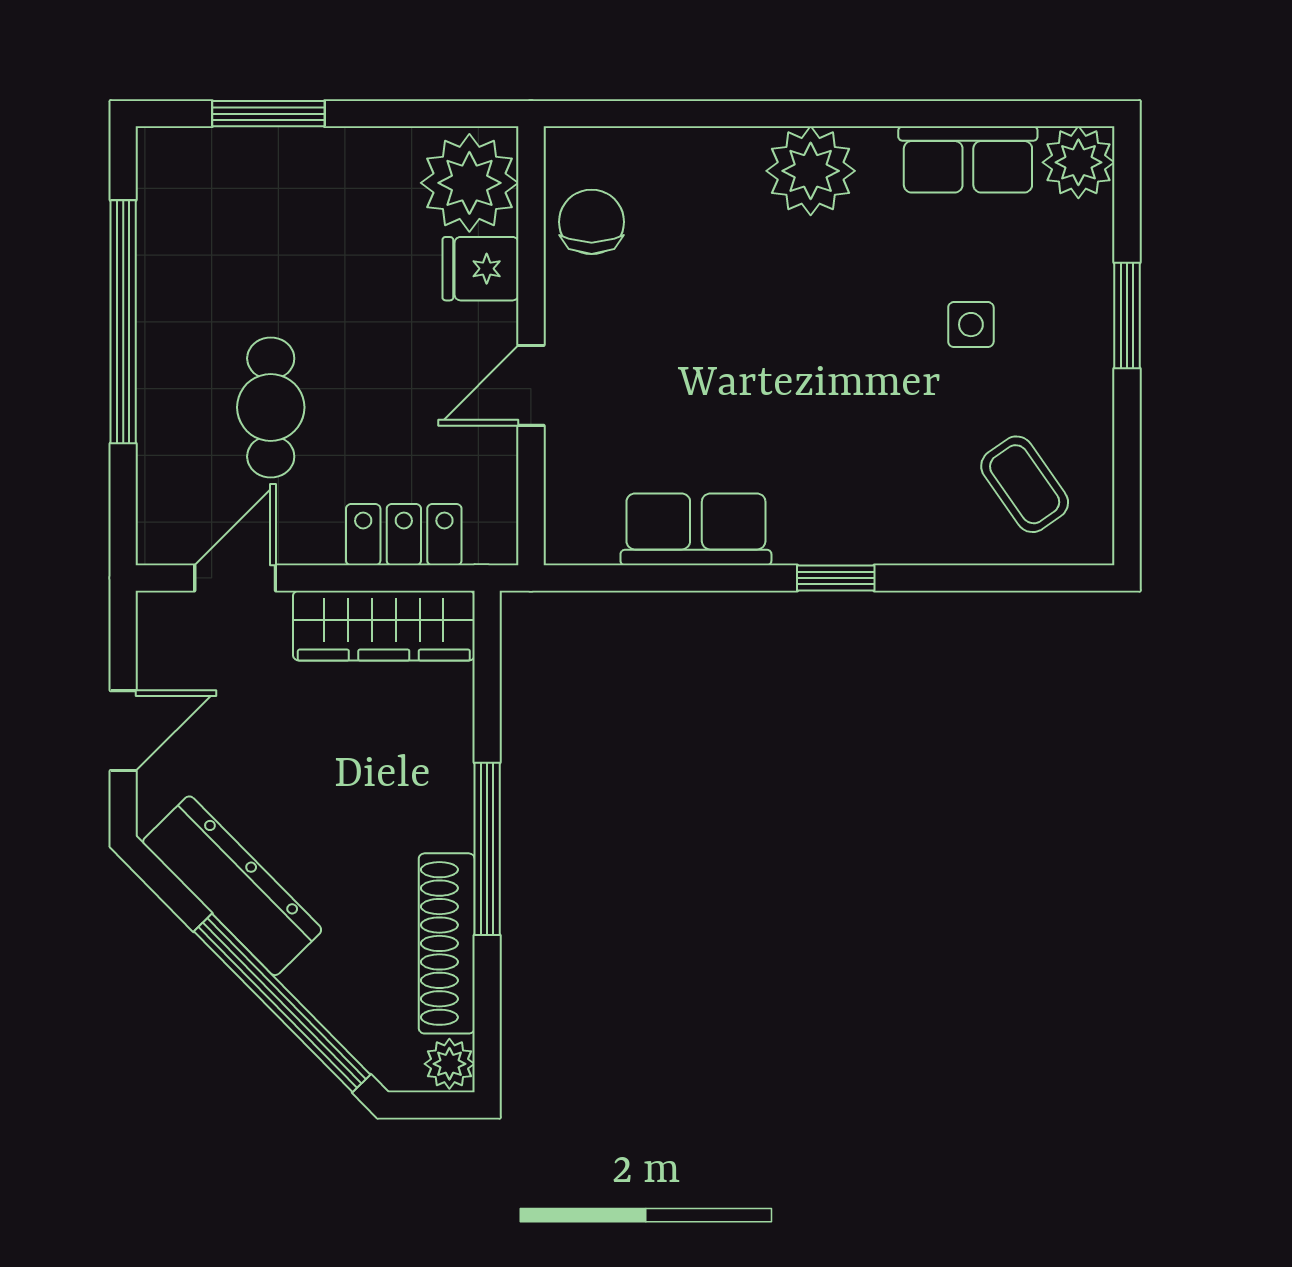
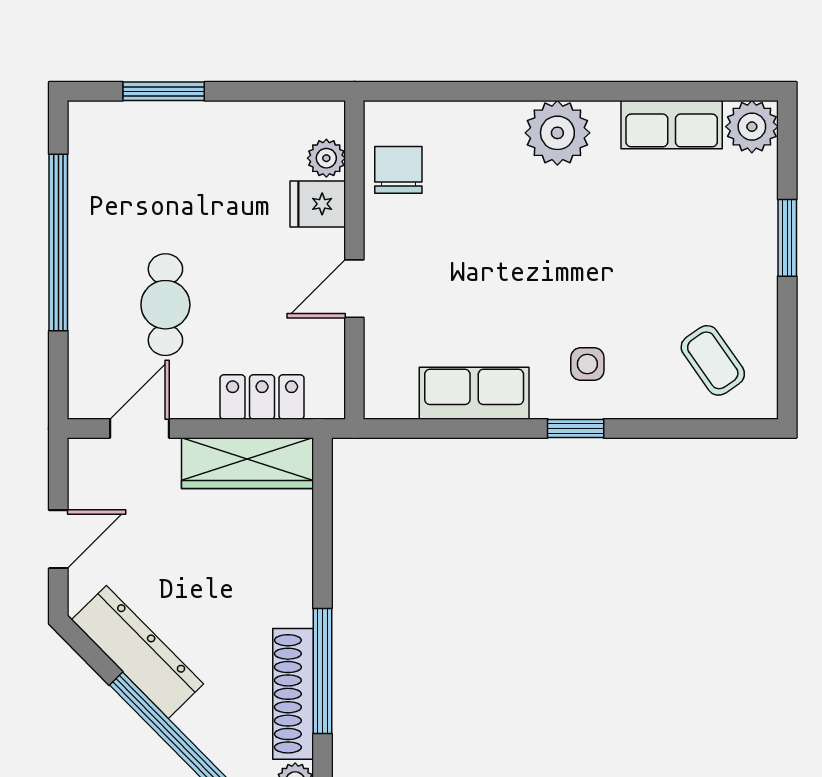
plant: (469, 183) -> (326, 158), width x0.53, depth x0.53
side table: (971, 325) -> (587, 364), moved
window: (487, 849) -> (322, 671), moved

